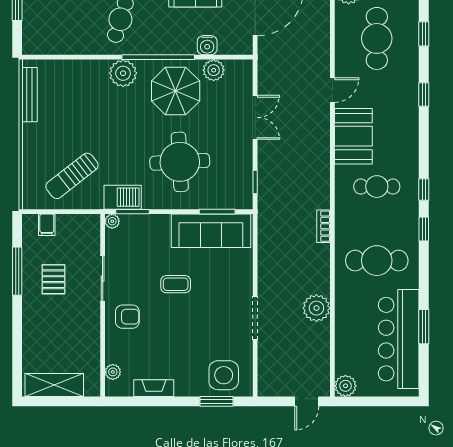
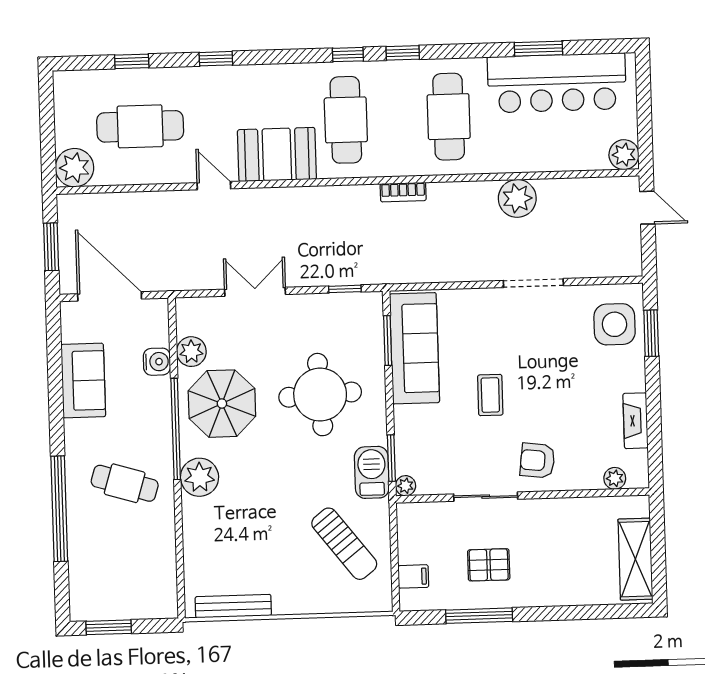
cafe table: (377, 187) -> (346, 120), width x1.37, depth x1.35
armchair: (127, 317) -> (537, 461), turned -83

